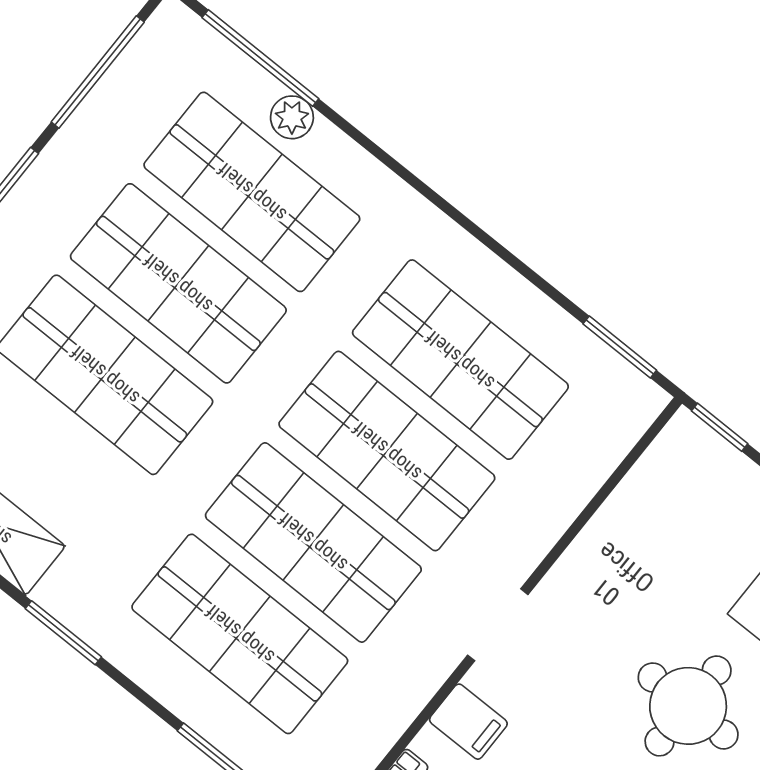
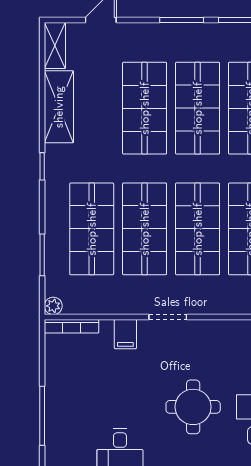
window: (63, 633) -> (42, 166), width x0.67

